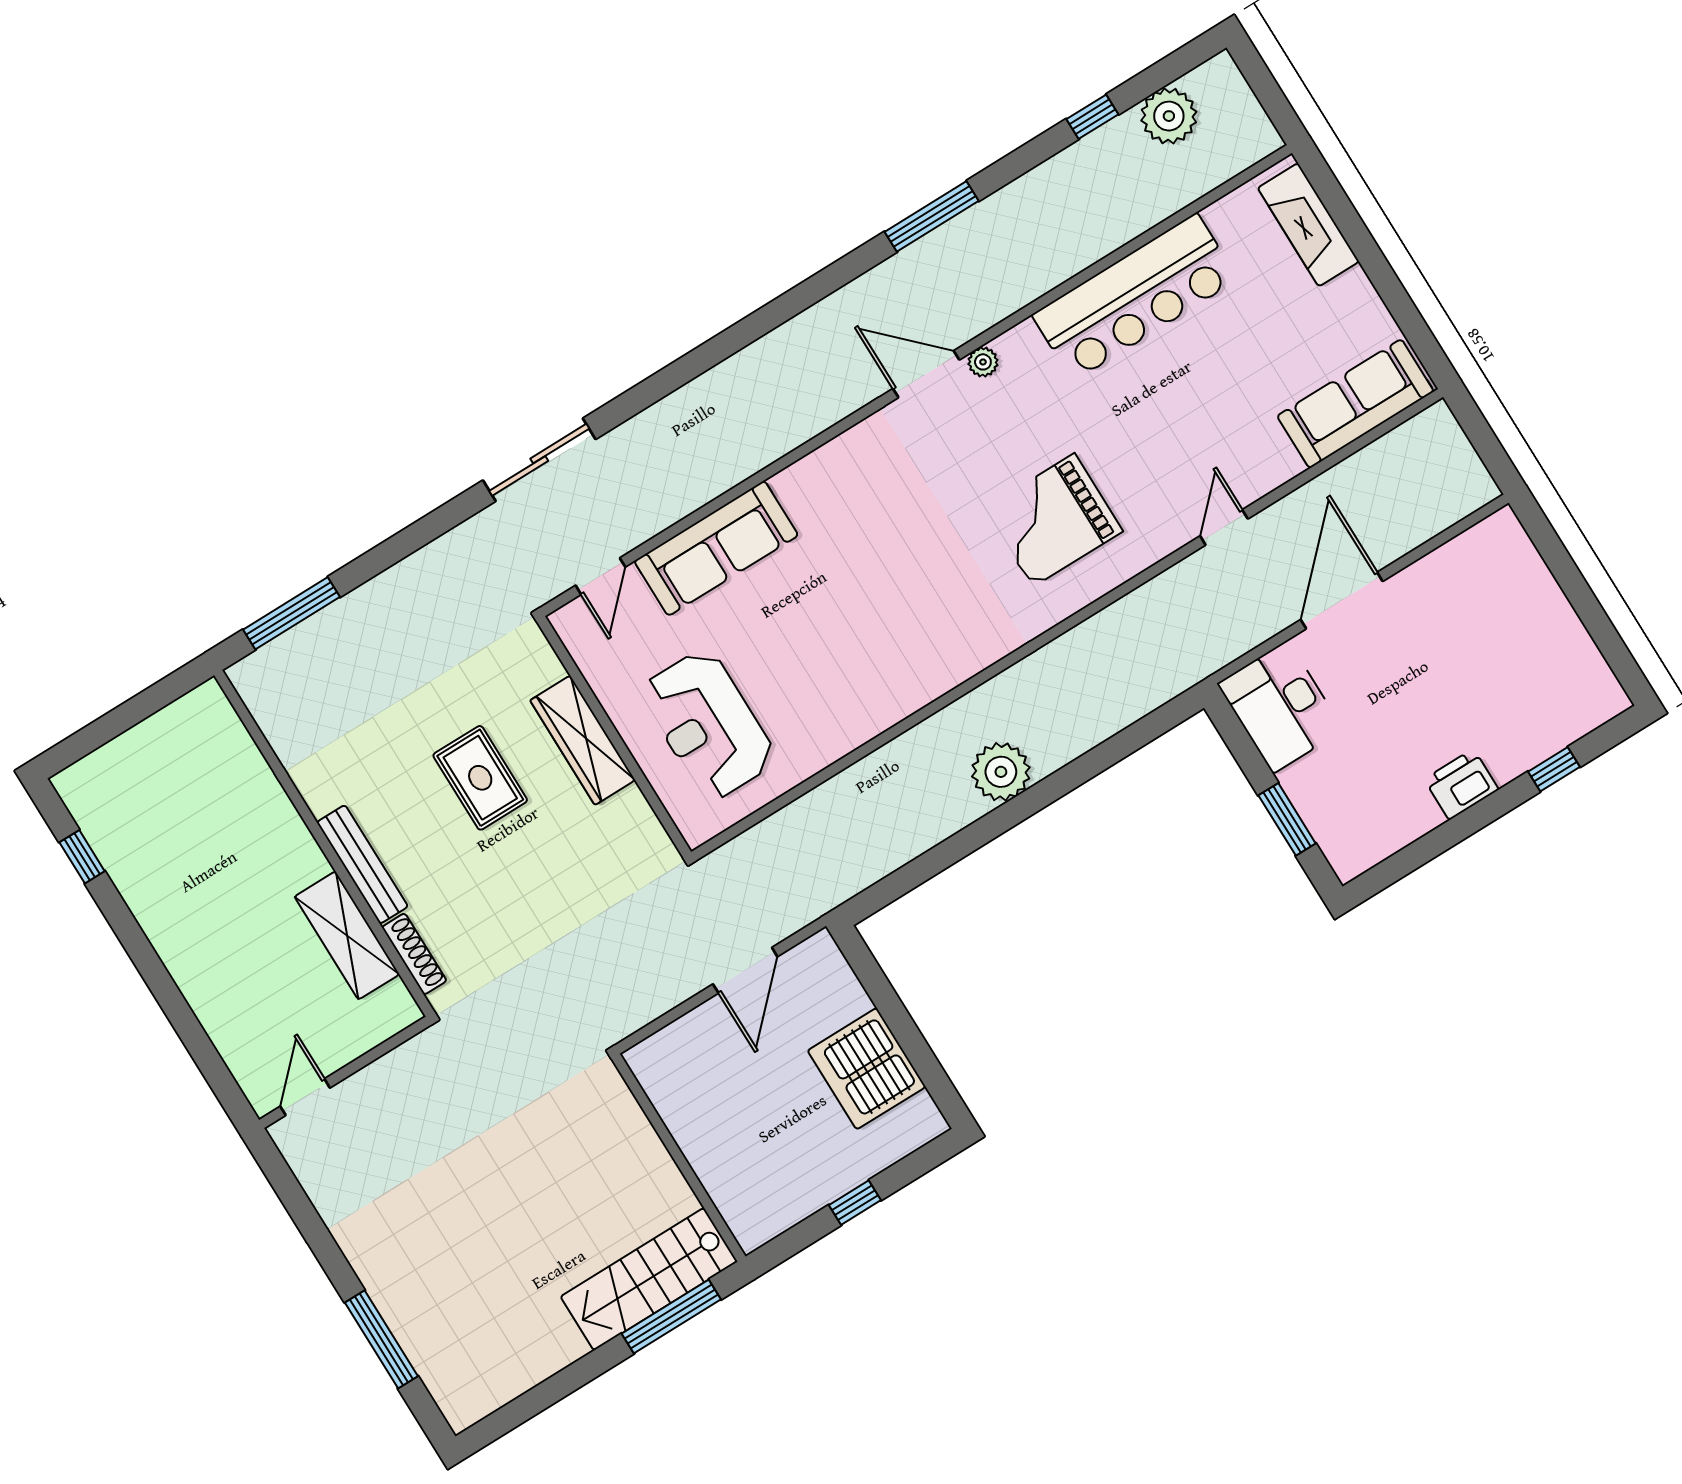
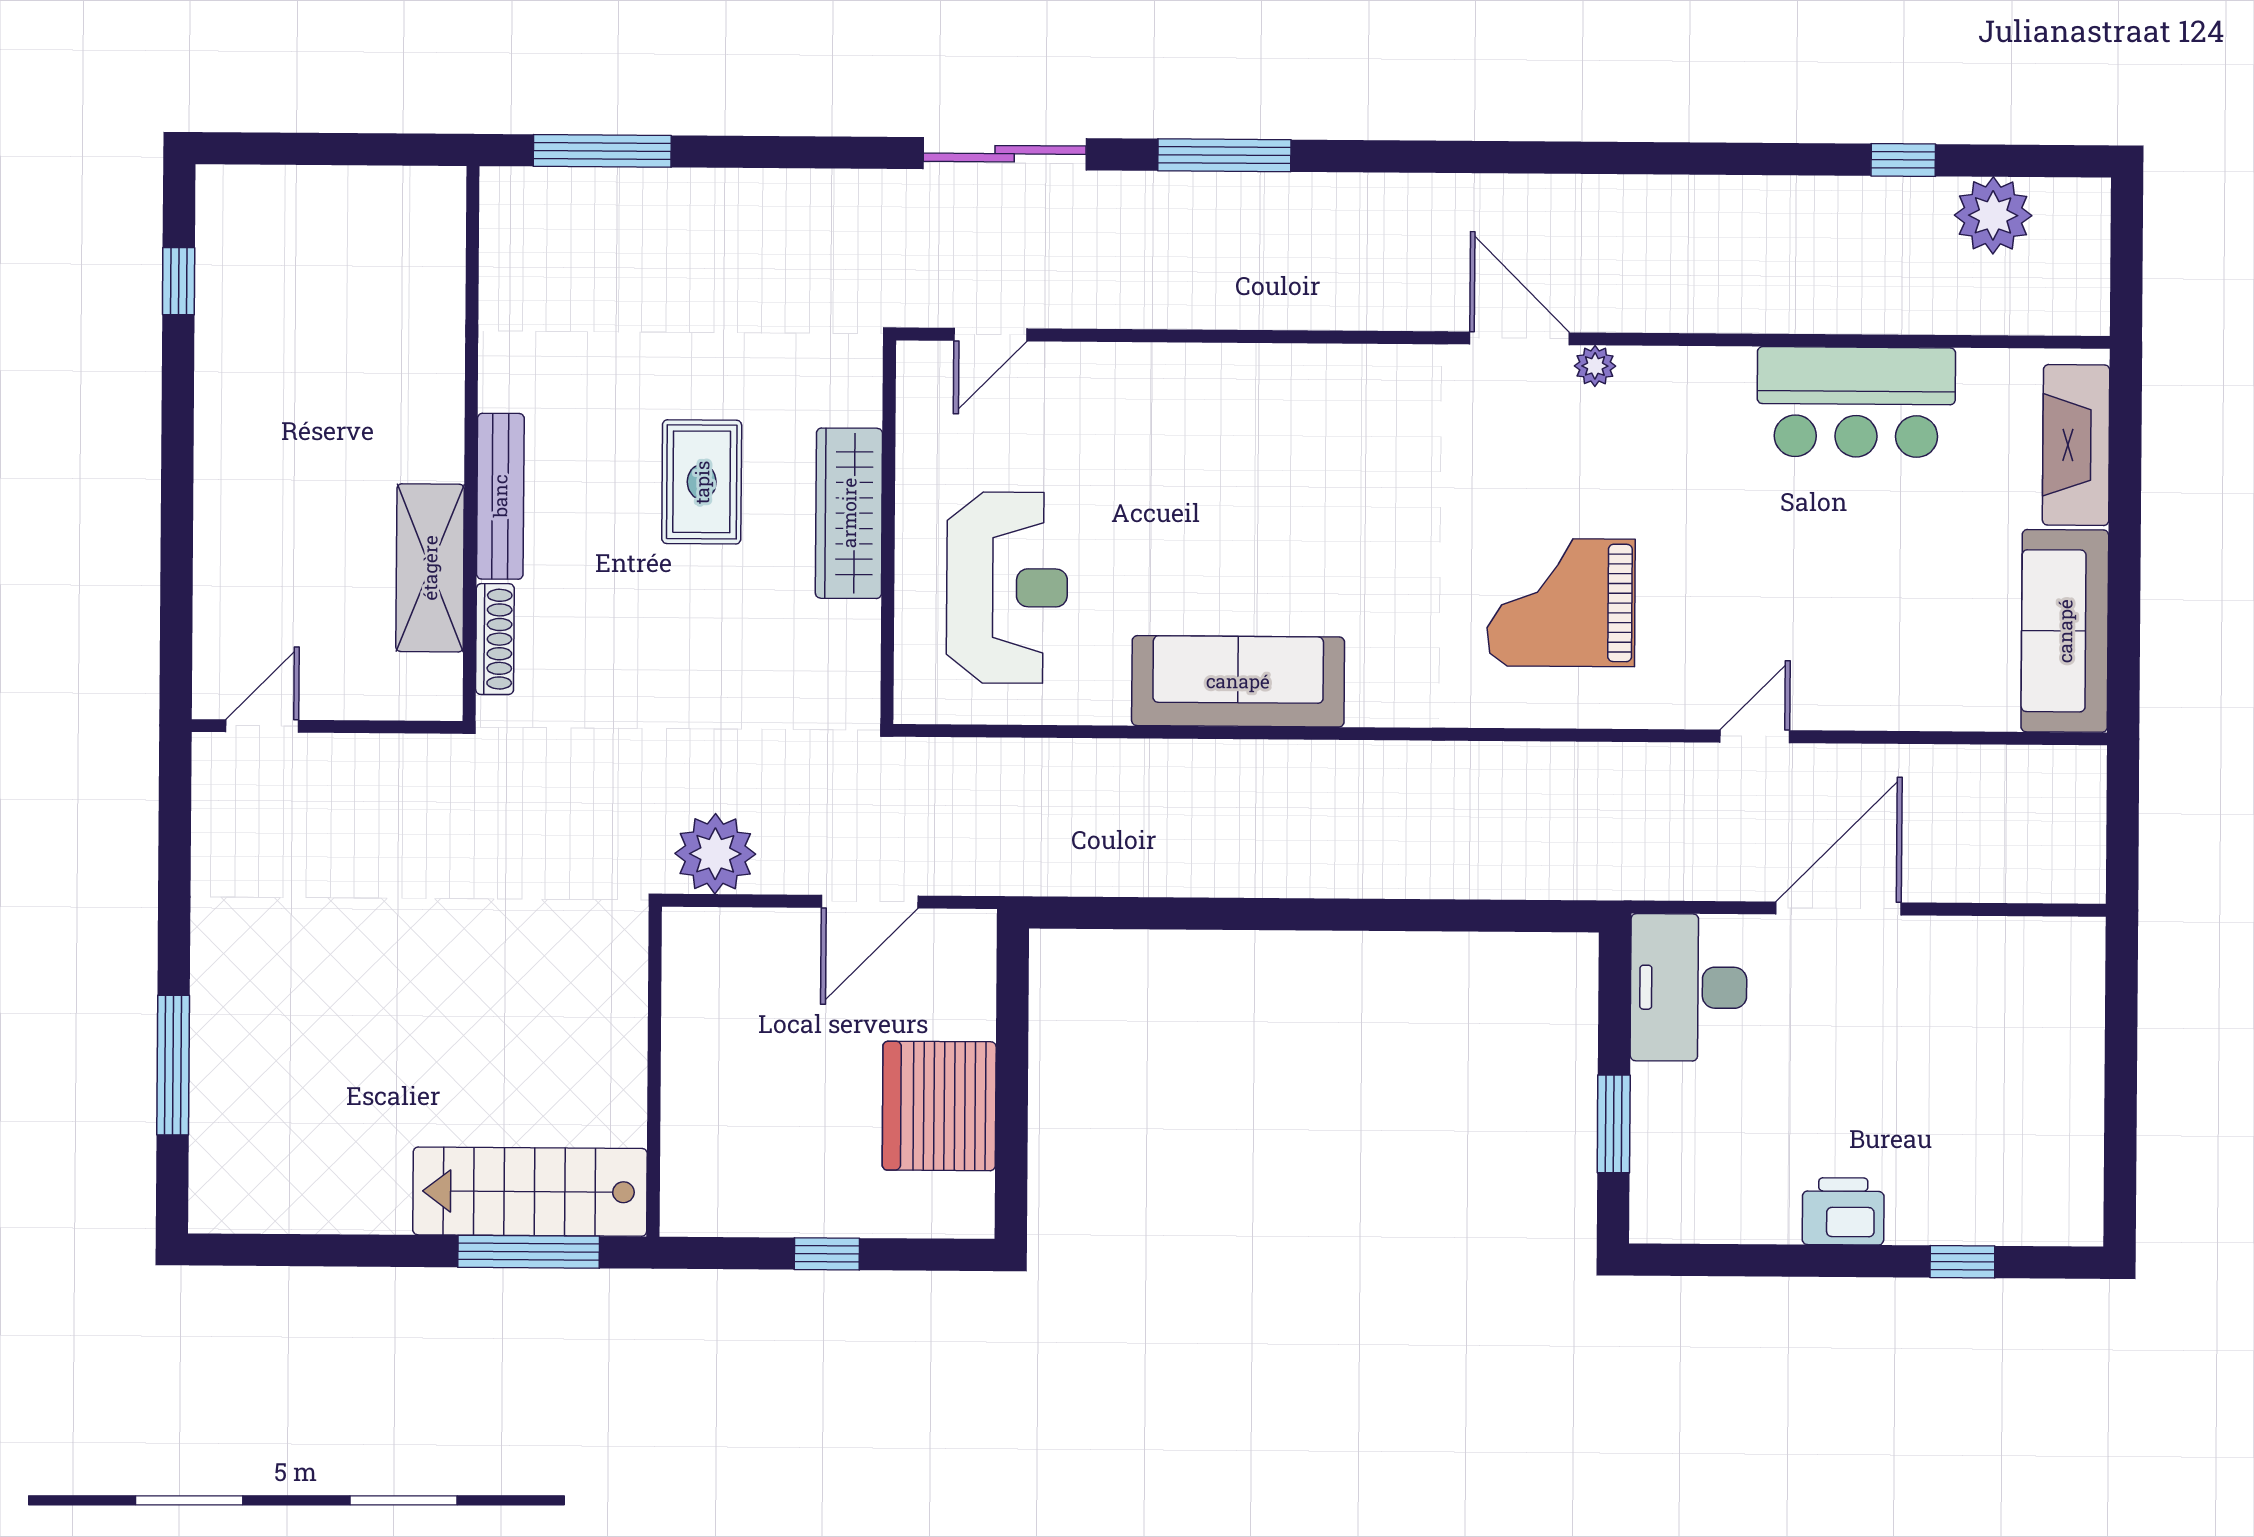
window: (932, 216) -> (1224, 155), moved
bar counter: (1135, 297) -> (1856, 402), width x0.73
sofa: (1355, 404) -> (2065, 631), moved, turned -90
sofa: (716, 548) -> (1238, 681), moved, turned 180
reception desk: (708, 725) -> (1007, 588), turned 180
plant: (1001, 772) -> (715, 854), moved

